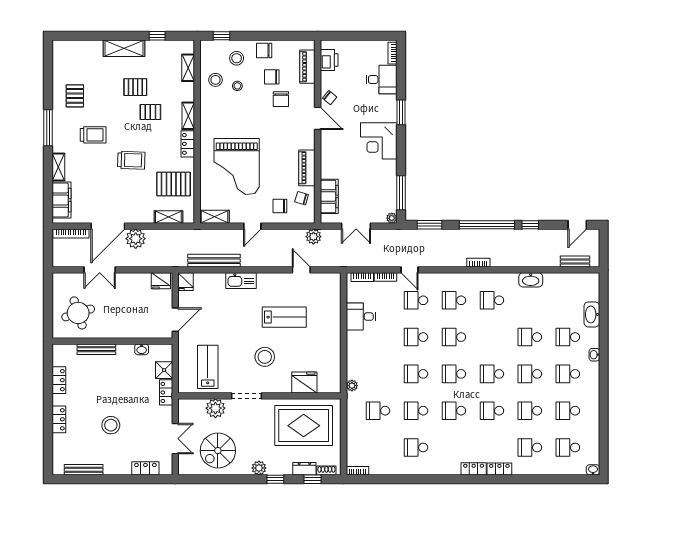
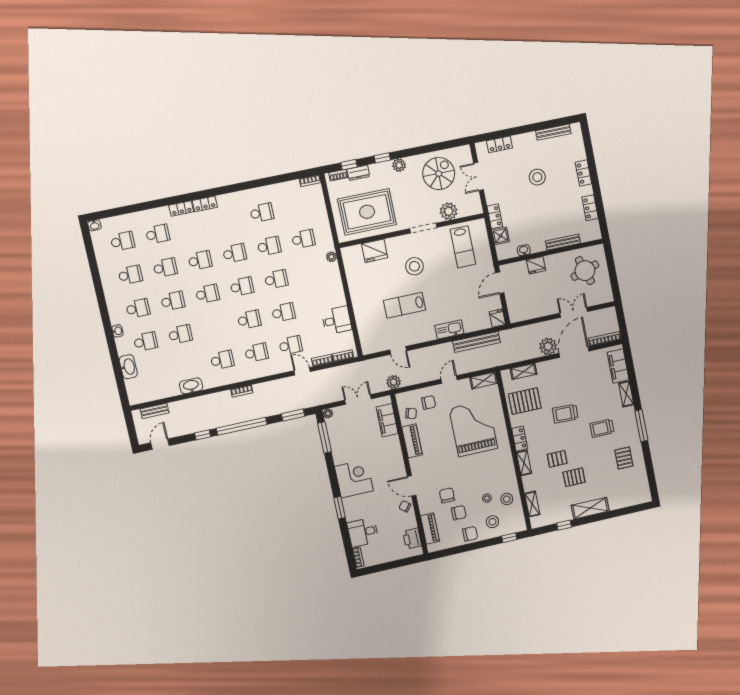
fridge: (161, 281) -> (536, 265), moved, turned 180

